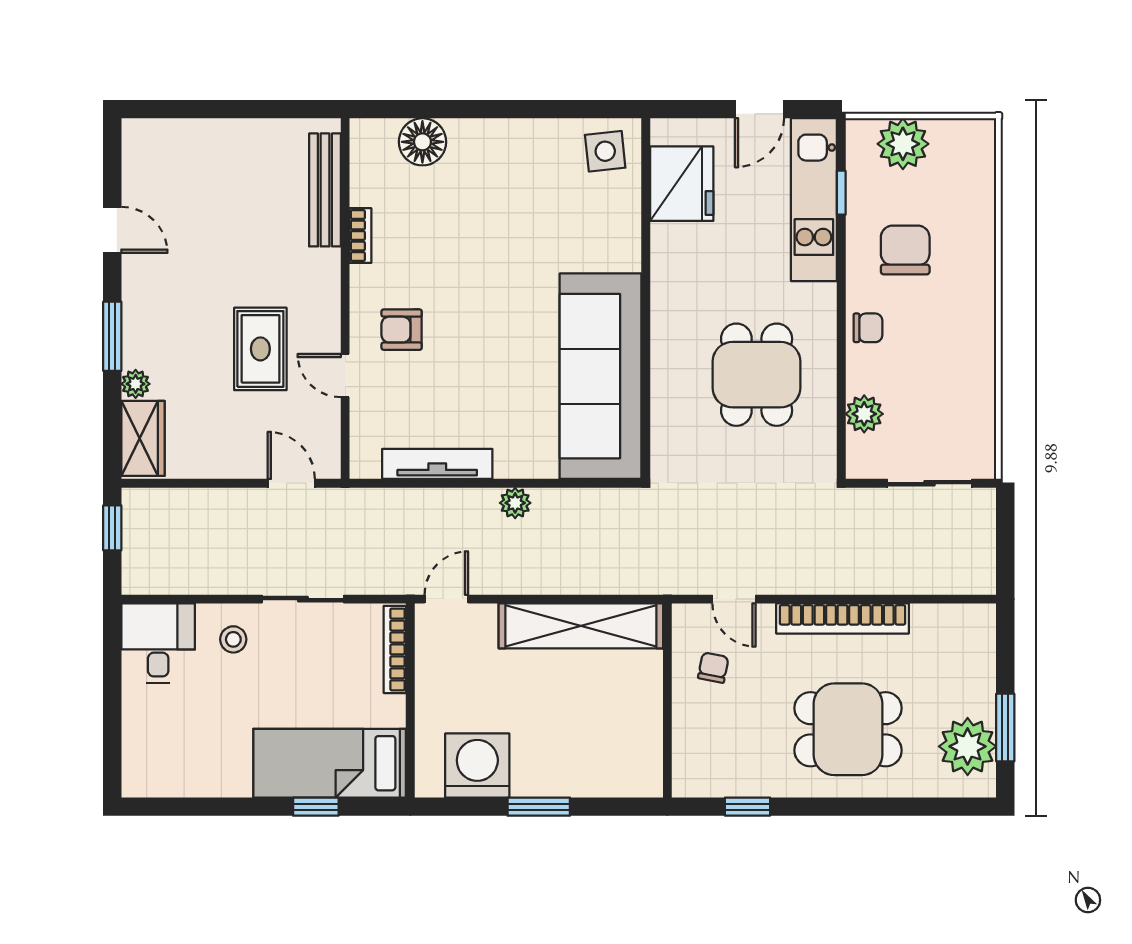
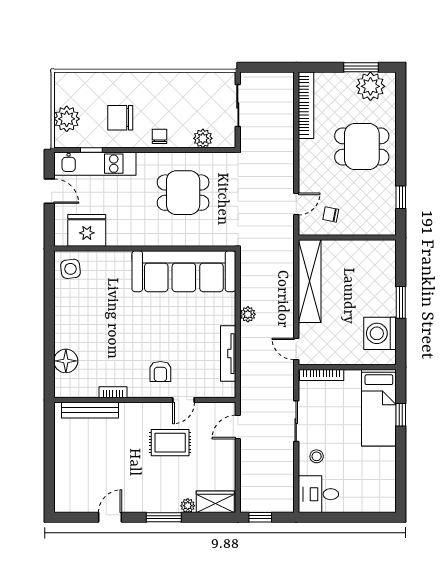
bookcase: (843, 618) -> (306, 105), moved
dining table: (848, 729) -> (362, 147), turned 90

